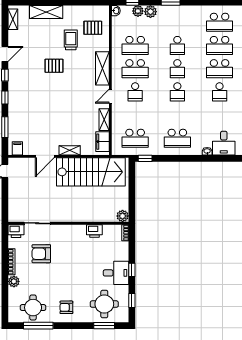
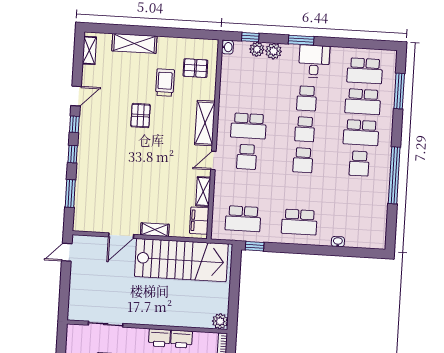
school desk: (135, 45) -> (250, 95), removed
pallet: (54, 66) -> (141, 116), turned 90
desk: (224, 143) -> (314, 61), moved, turned 180
filing cabinet: (17, 148) -> (85, 223), removed
printer: (16, 231) -> (159, 338), moved

